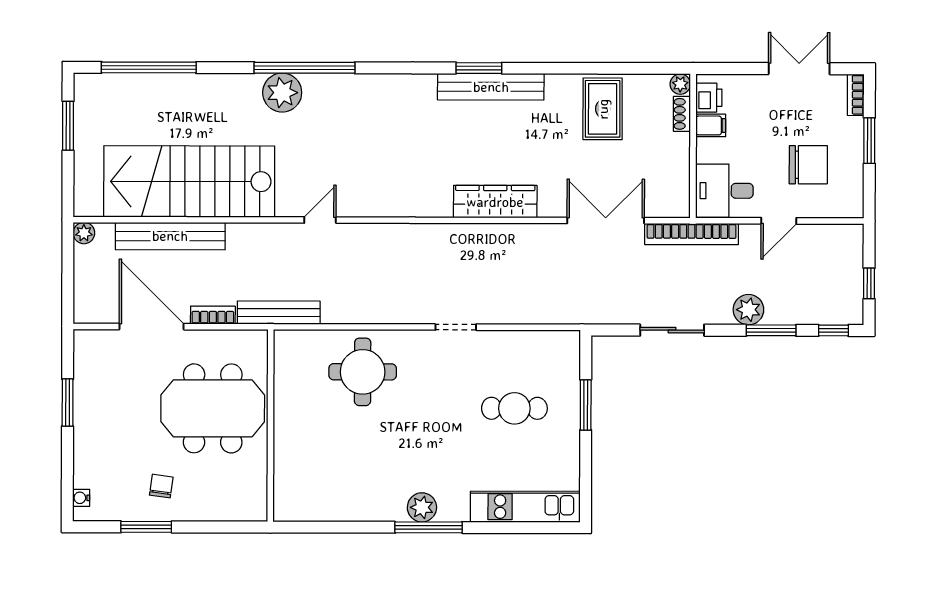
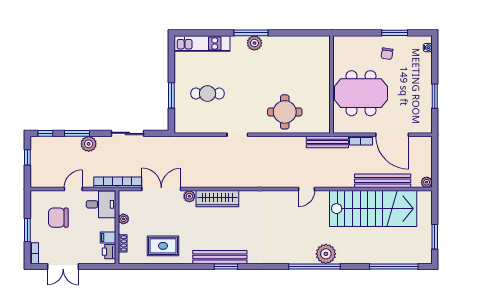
plant: (680, 84) -> (123, 219), moved
rug: (603, 109) -> (163, 246), turned 90
plant: (551, 206) -> (189, 196), added
double door: (606, 221) -> (161, 189), swing flipped

